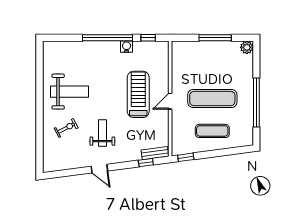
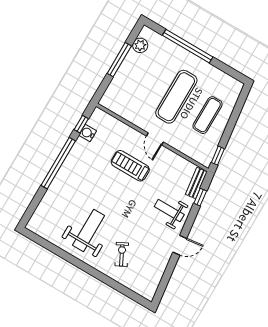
water cooler: (127, 47) -> (88, 133), moved
plant: (247, 47) -> (140, 45), moved
treadmill: (138, 94) -> (130, 166), width x0.73, depth x0.73
window: (256, 102) -> (188, 46), moved
weight bench: (102, 133) -> (169, 211), moved

